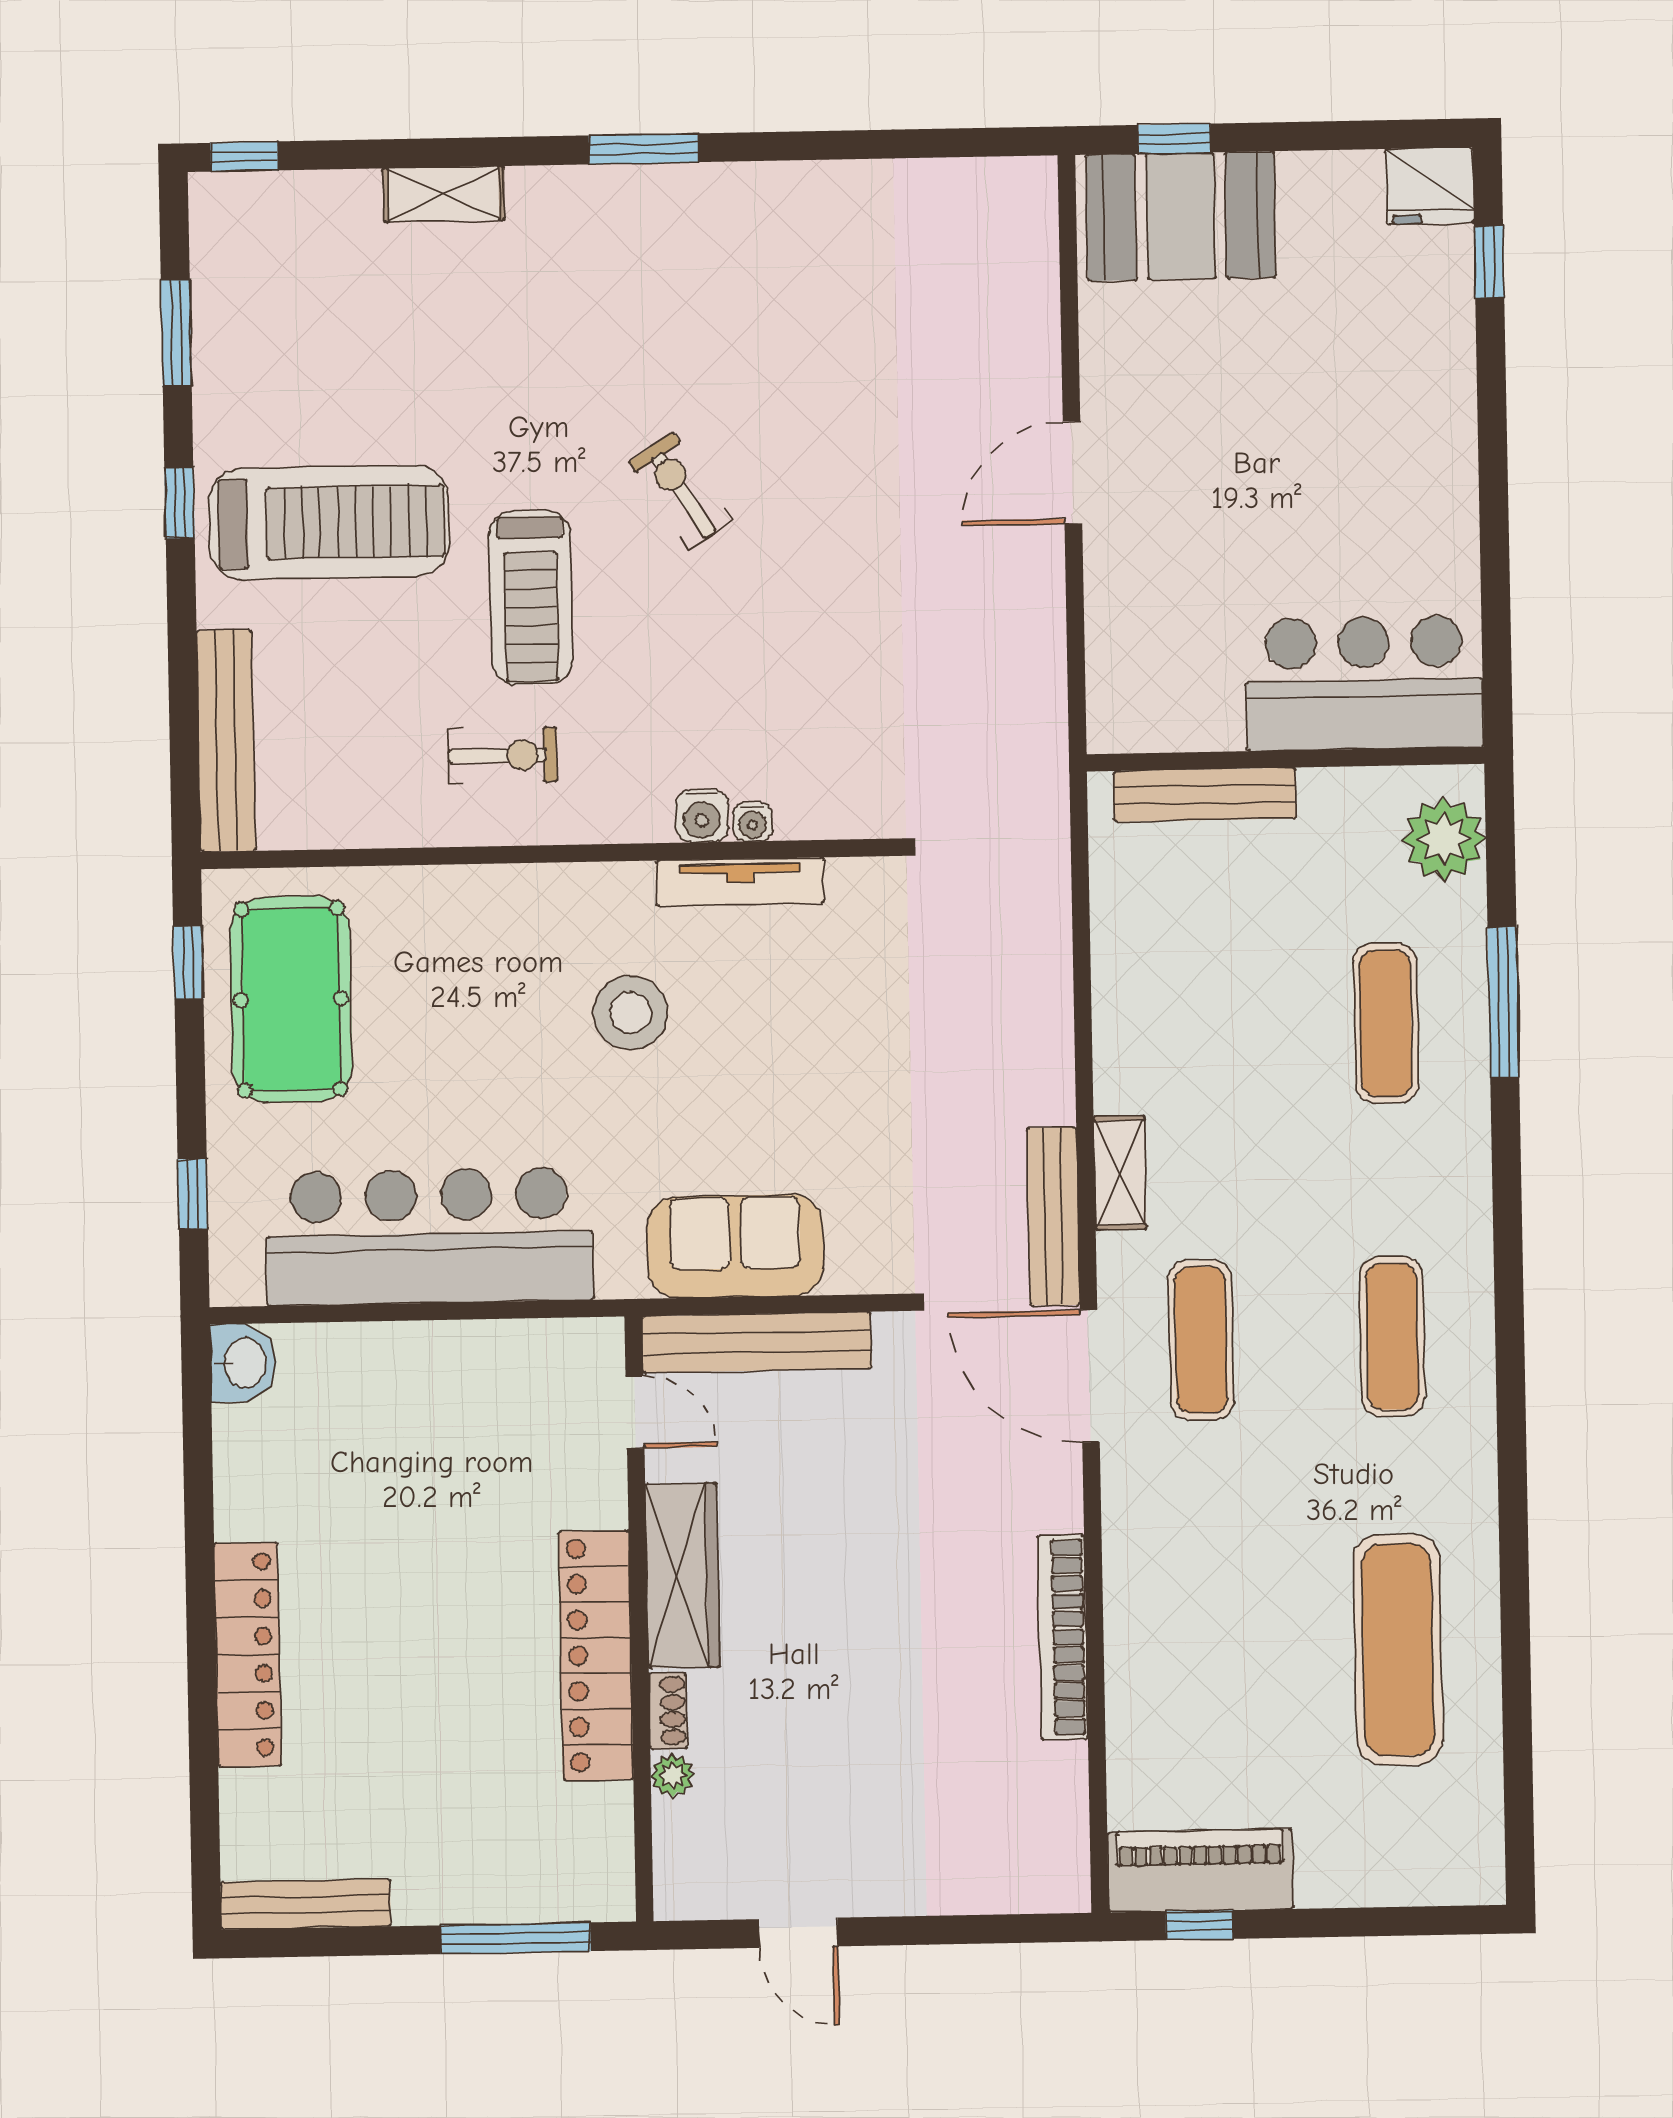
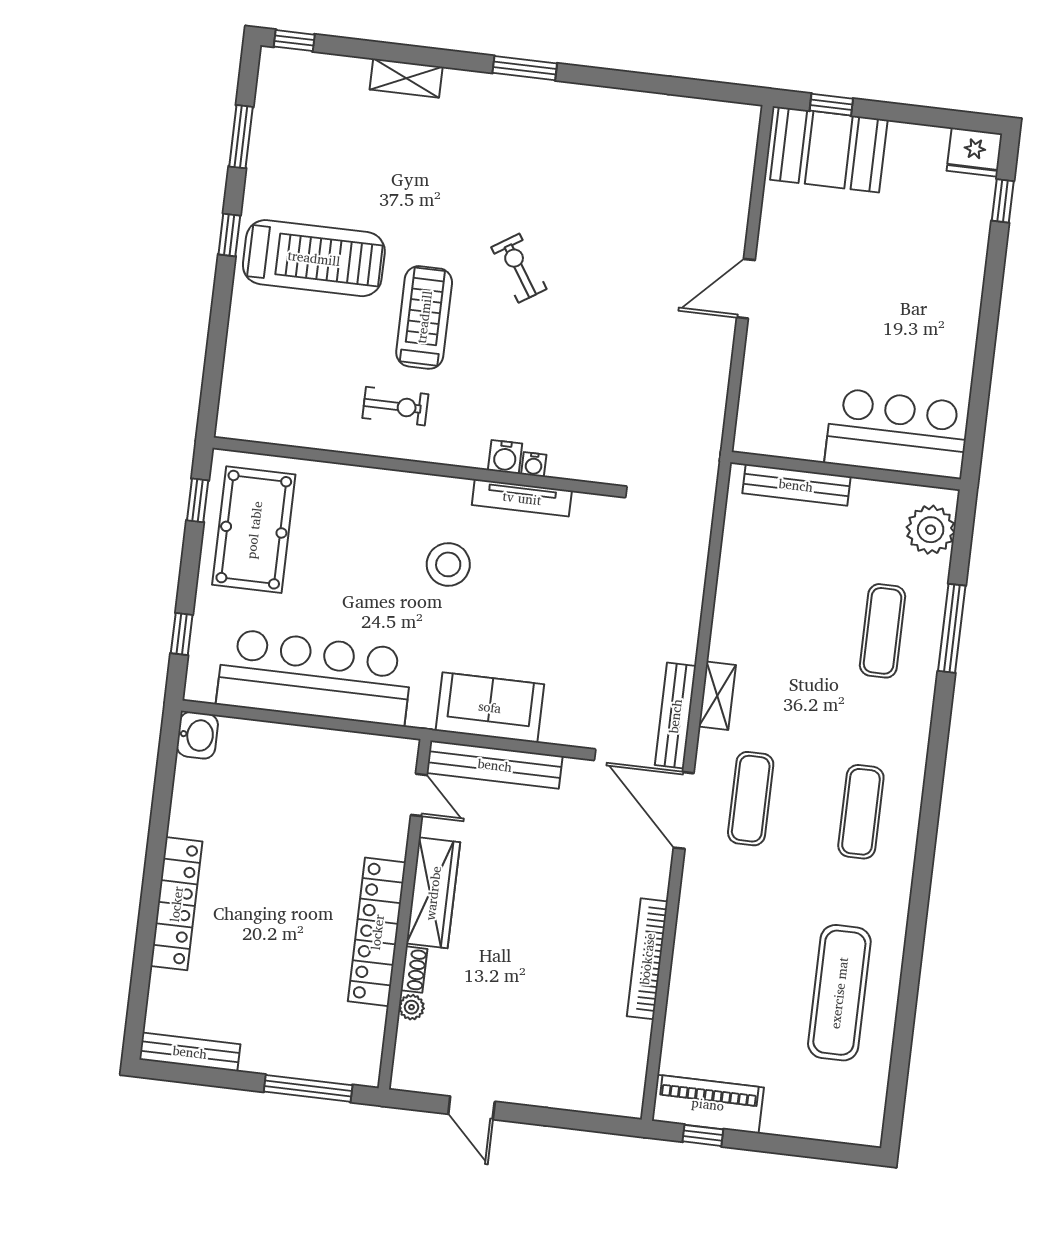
treadmill: (531, 597) -> (424, 317), turned 180
bench: (226, 741) -> (237, 376), removed

